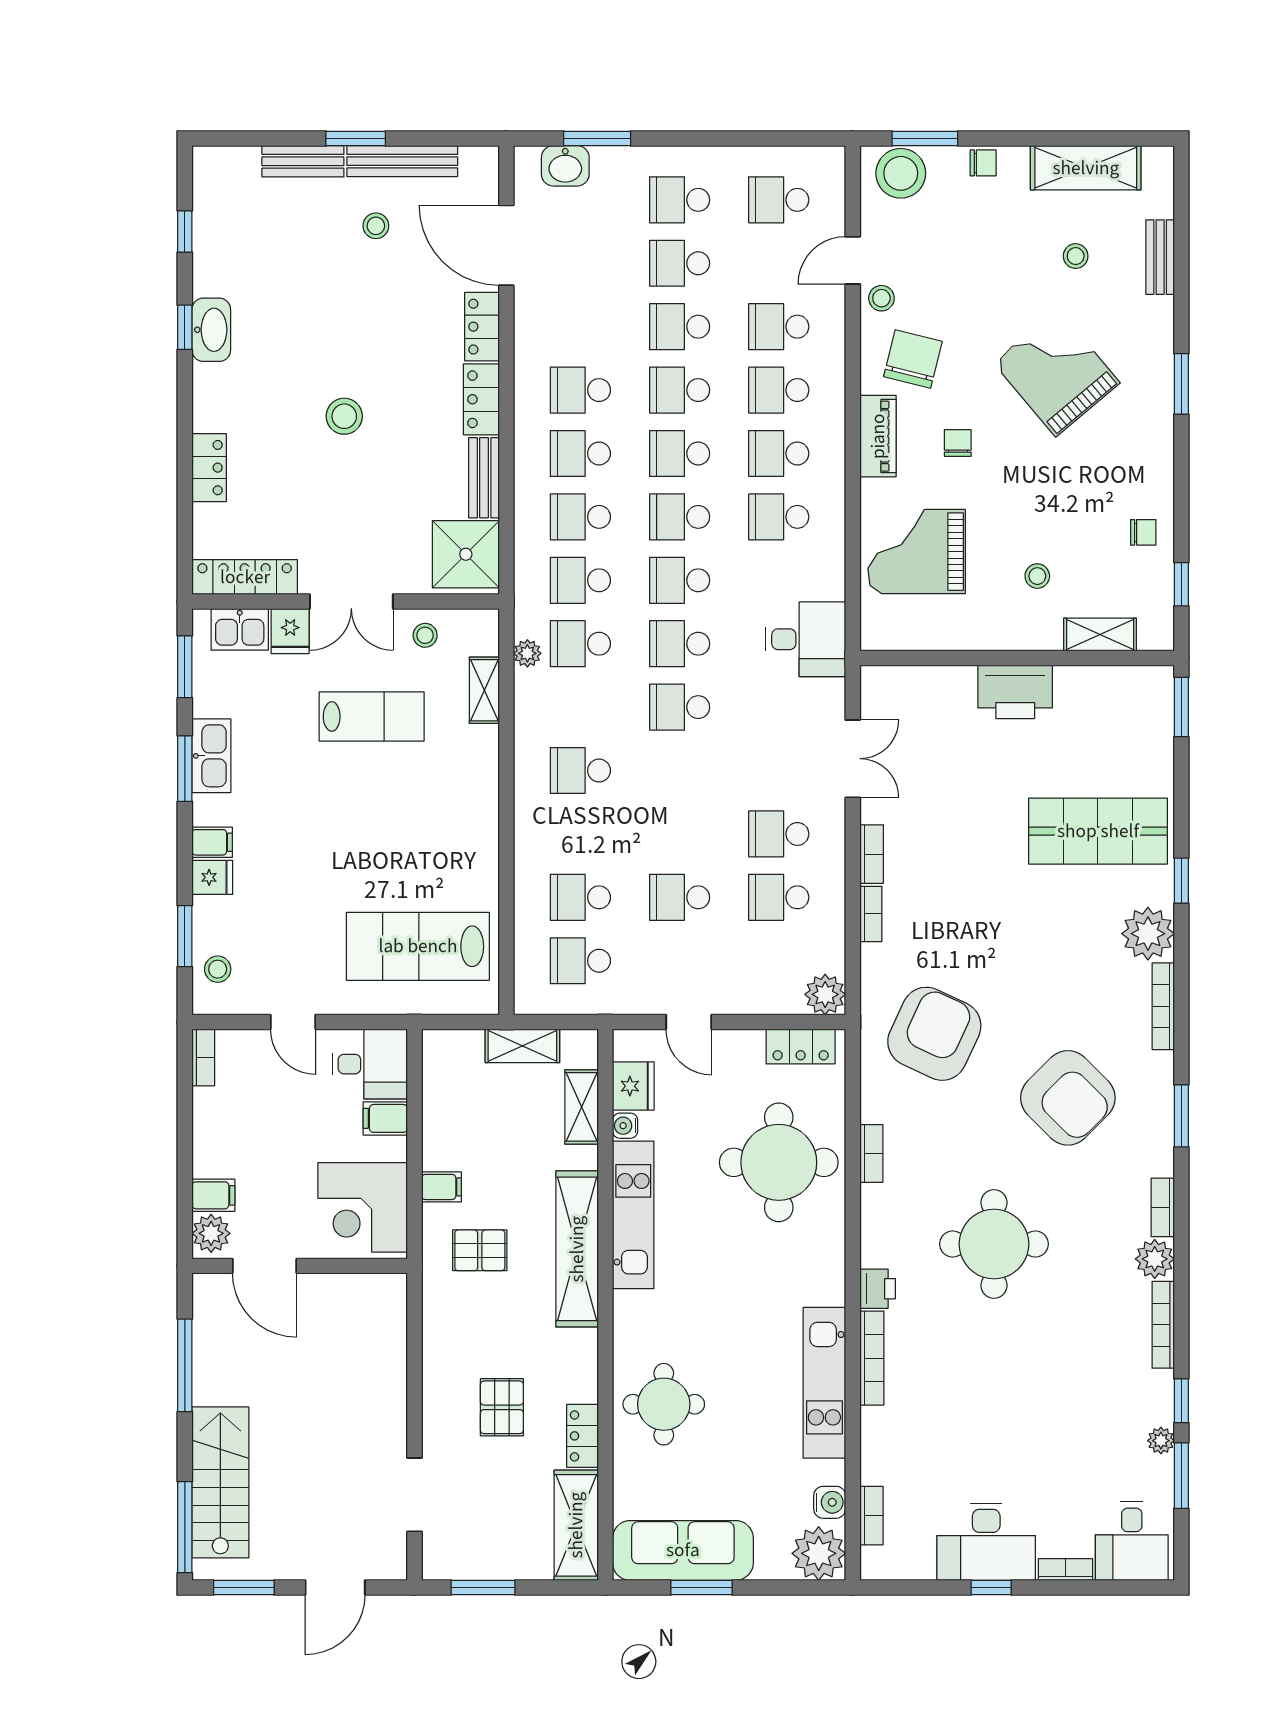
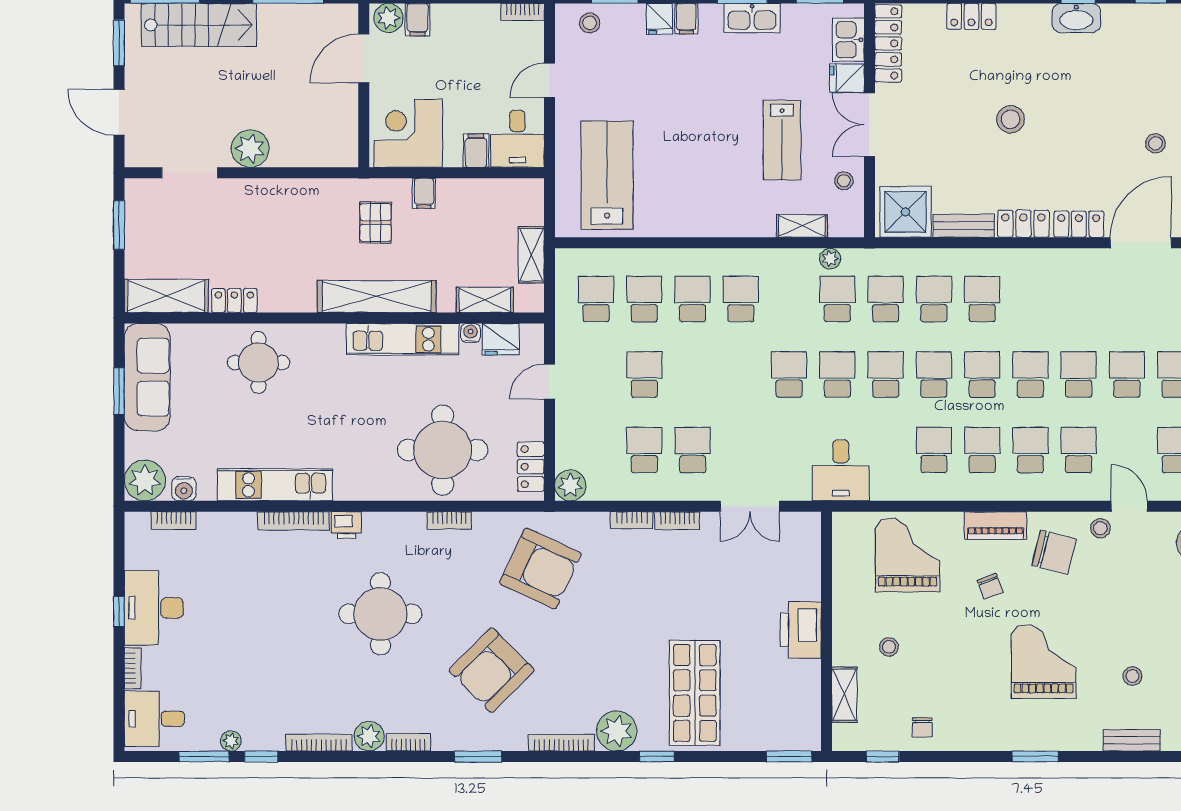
grand piano: (1057, 373) -> (1044, 662), turned -50
school desk: (580, 390) -> (693, 299), moved
chair: (958, 443) -> (990, 586), turned 69
pallet: (502, 1407) -> (256, 239), removed
plant: (383, 1415) -> (250, 149), added

